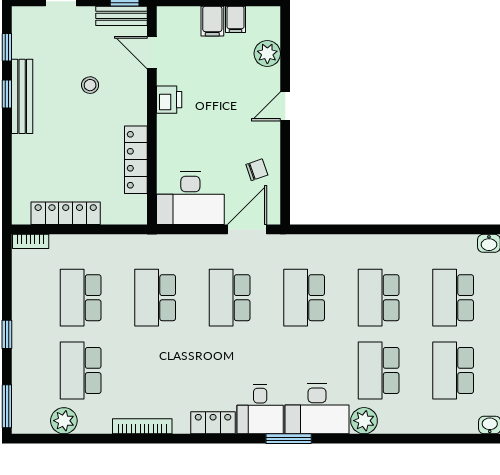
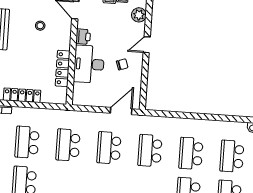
chair: (257, 170) -> (122, 64), moved
desk: (190, 198) -> (89, 64), moved, turned 90

